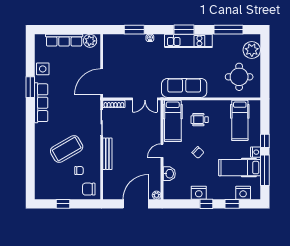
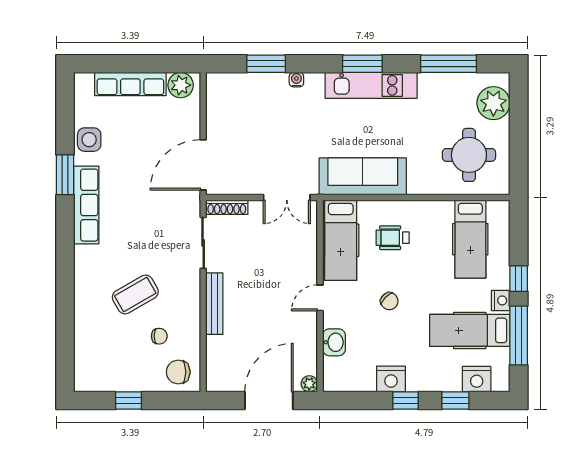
coffee table: (67, 149) -> (135, 294), width x0.73, depth x0.76

